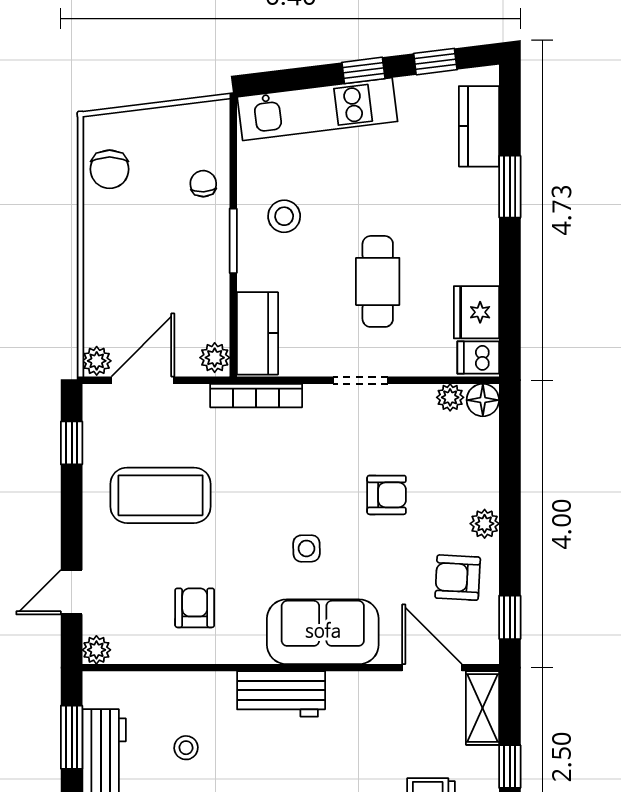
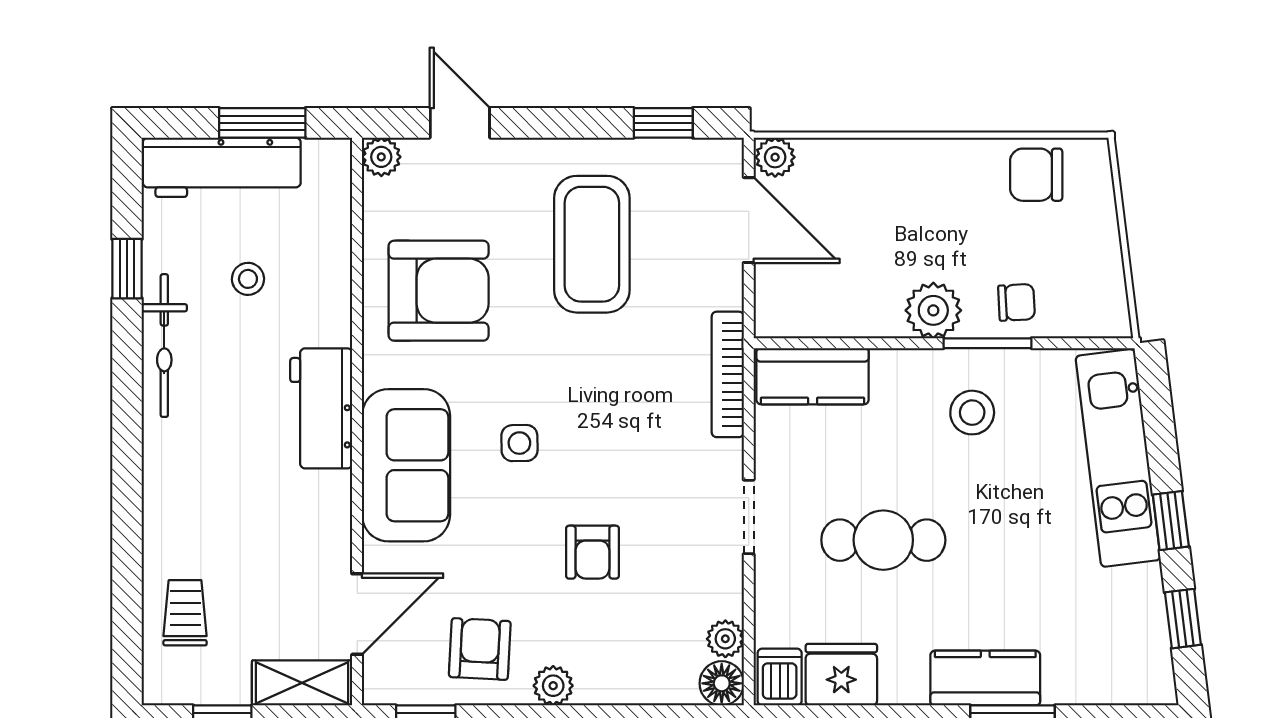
kitchen counter: (479, 126) -> (985, 678), moved
window: (233, 241) -> (987, 343), moved
plant: (215, 358) -> (933, 310), moved, width x1.38, depth x1.38
armchair: (195, 608) -> (439, 291), width x1.88, depth x1.88

